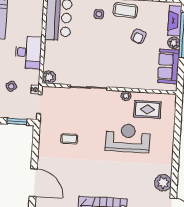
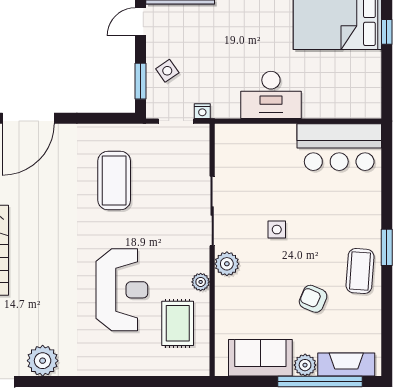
side table: (99, 14) -> (277, 230), moved
plant: (49, 77) -> (227, 264), moved
side table: (11, 86) -> (167, 71), moved
coffee table: (69, 139) -> (114, 181), width x1.86, depth x1.72

